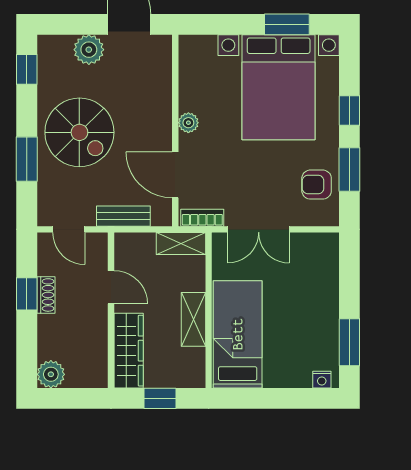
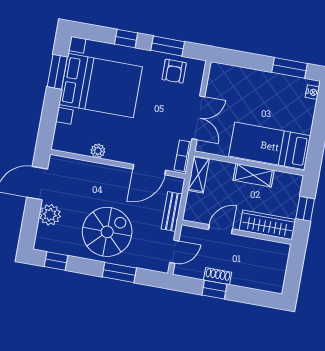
plant: (188, 123) -> (98, 151), moved
plant: (51, 374) -> (274, 283), removed

